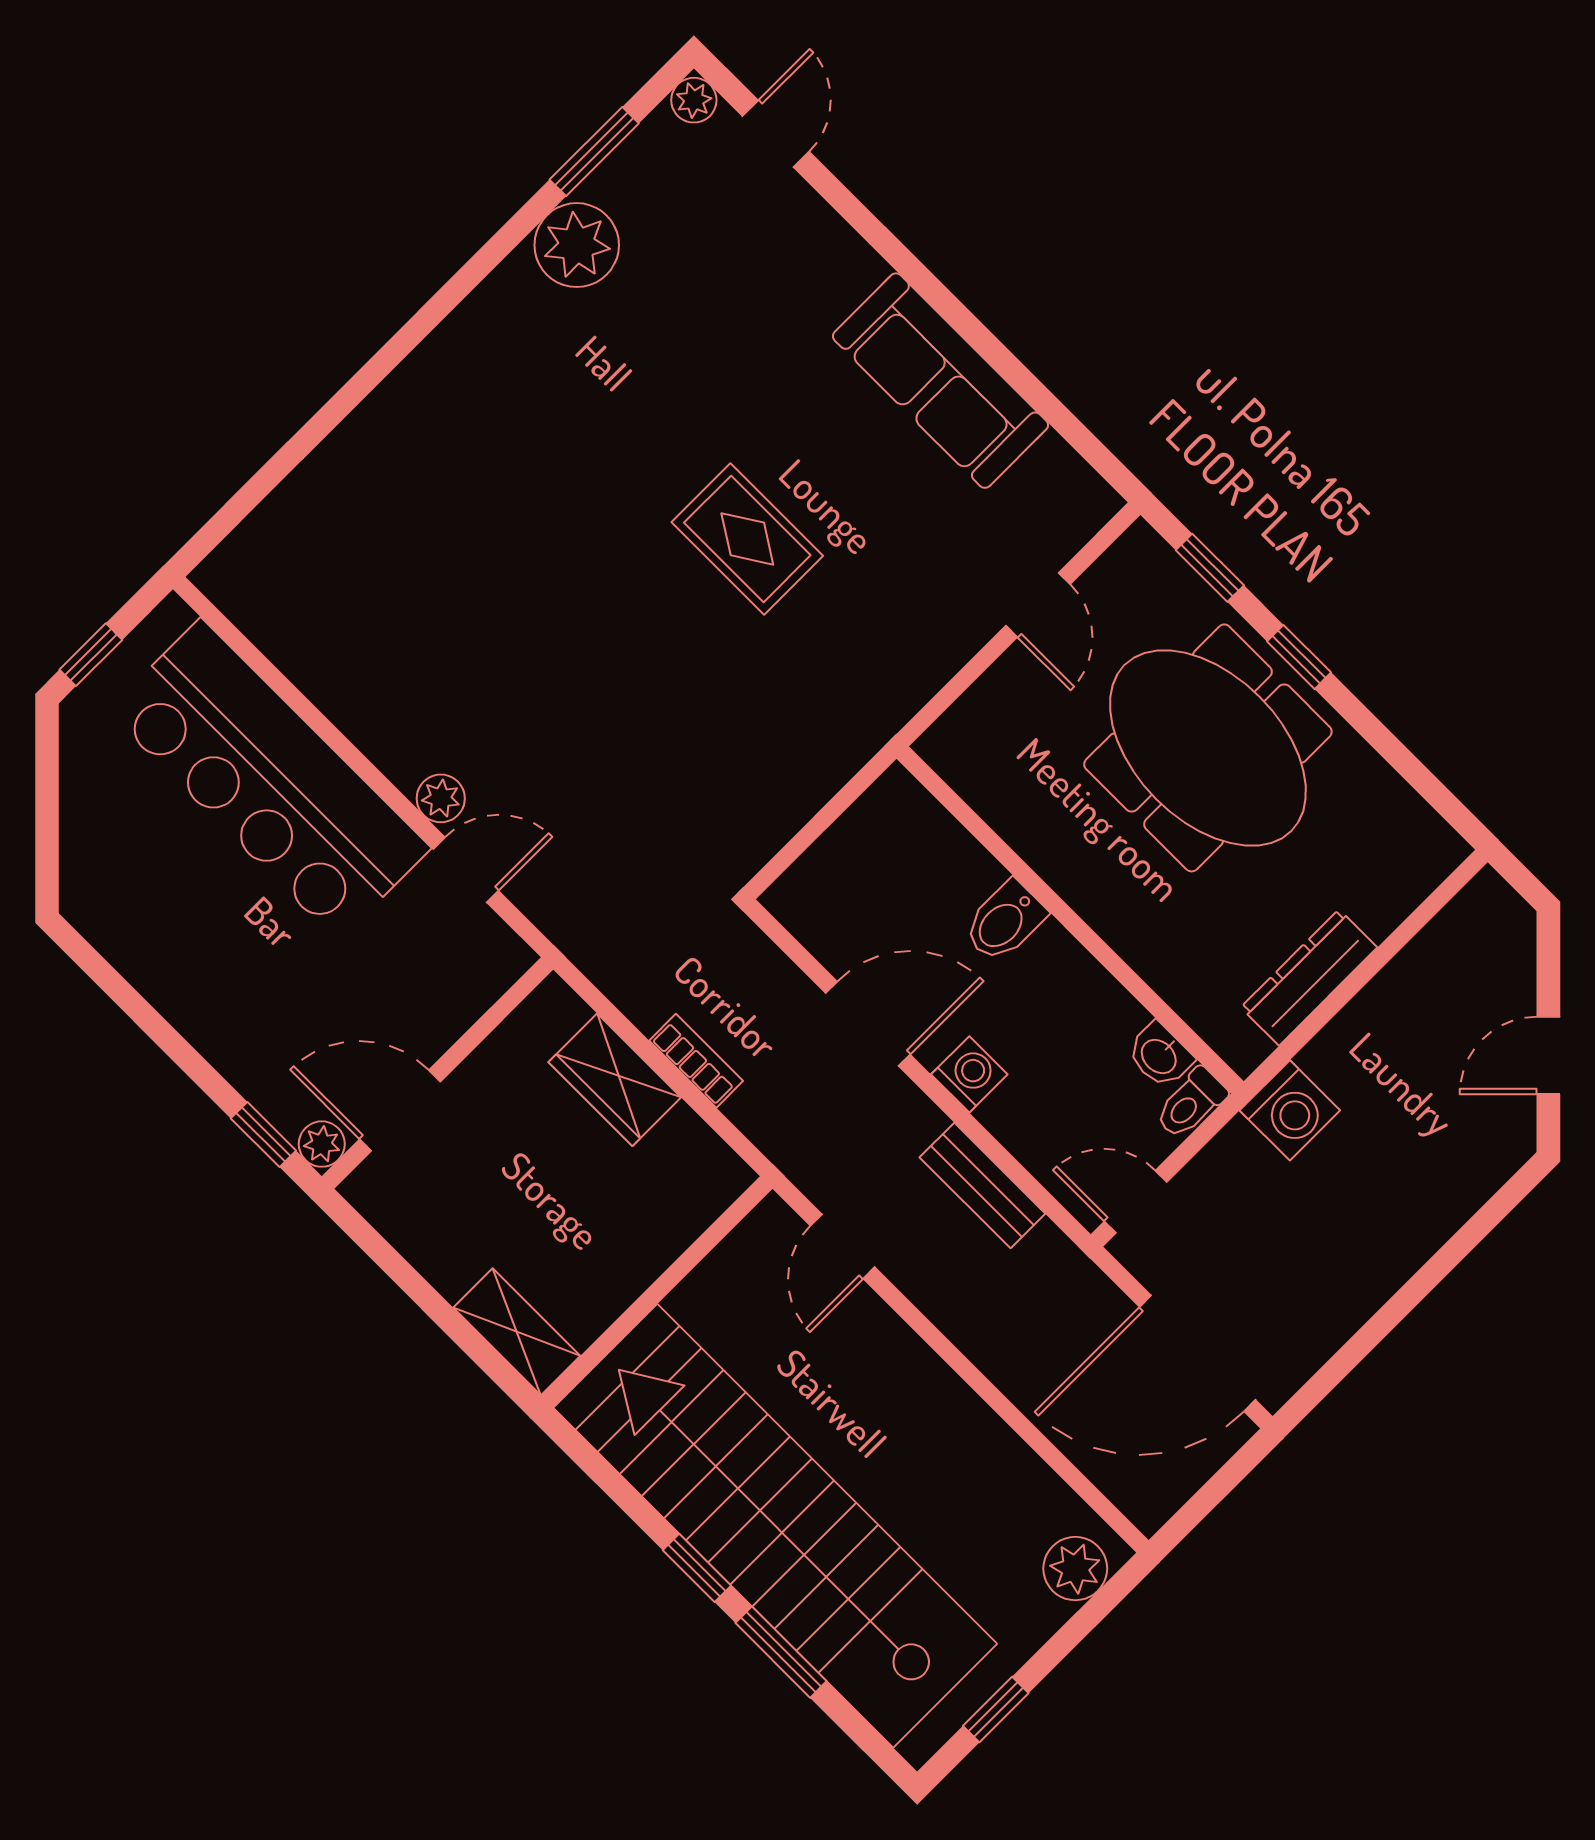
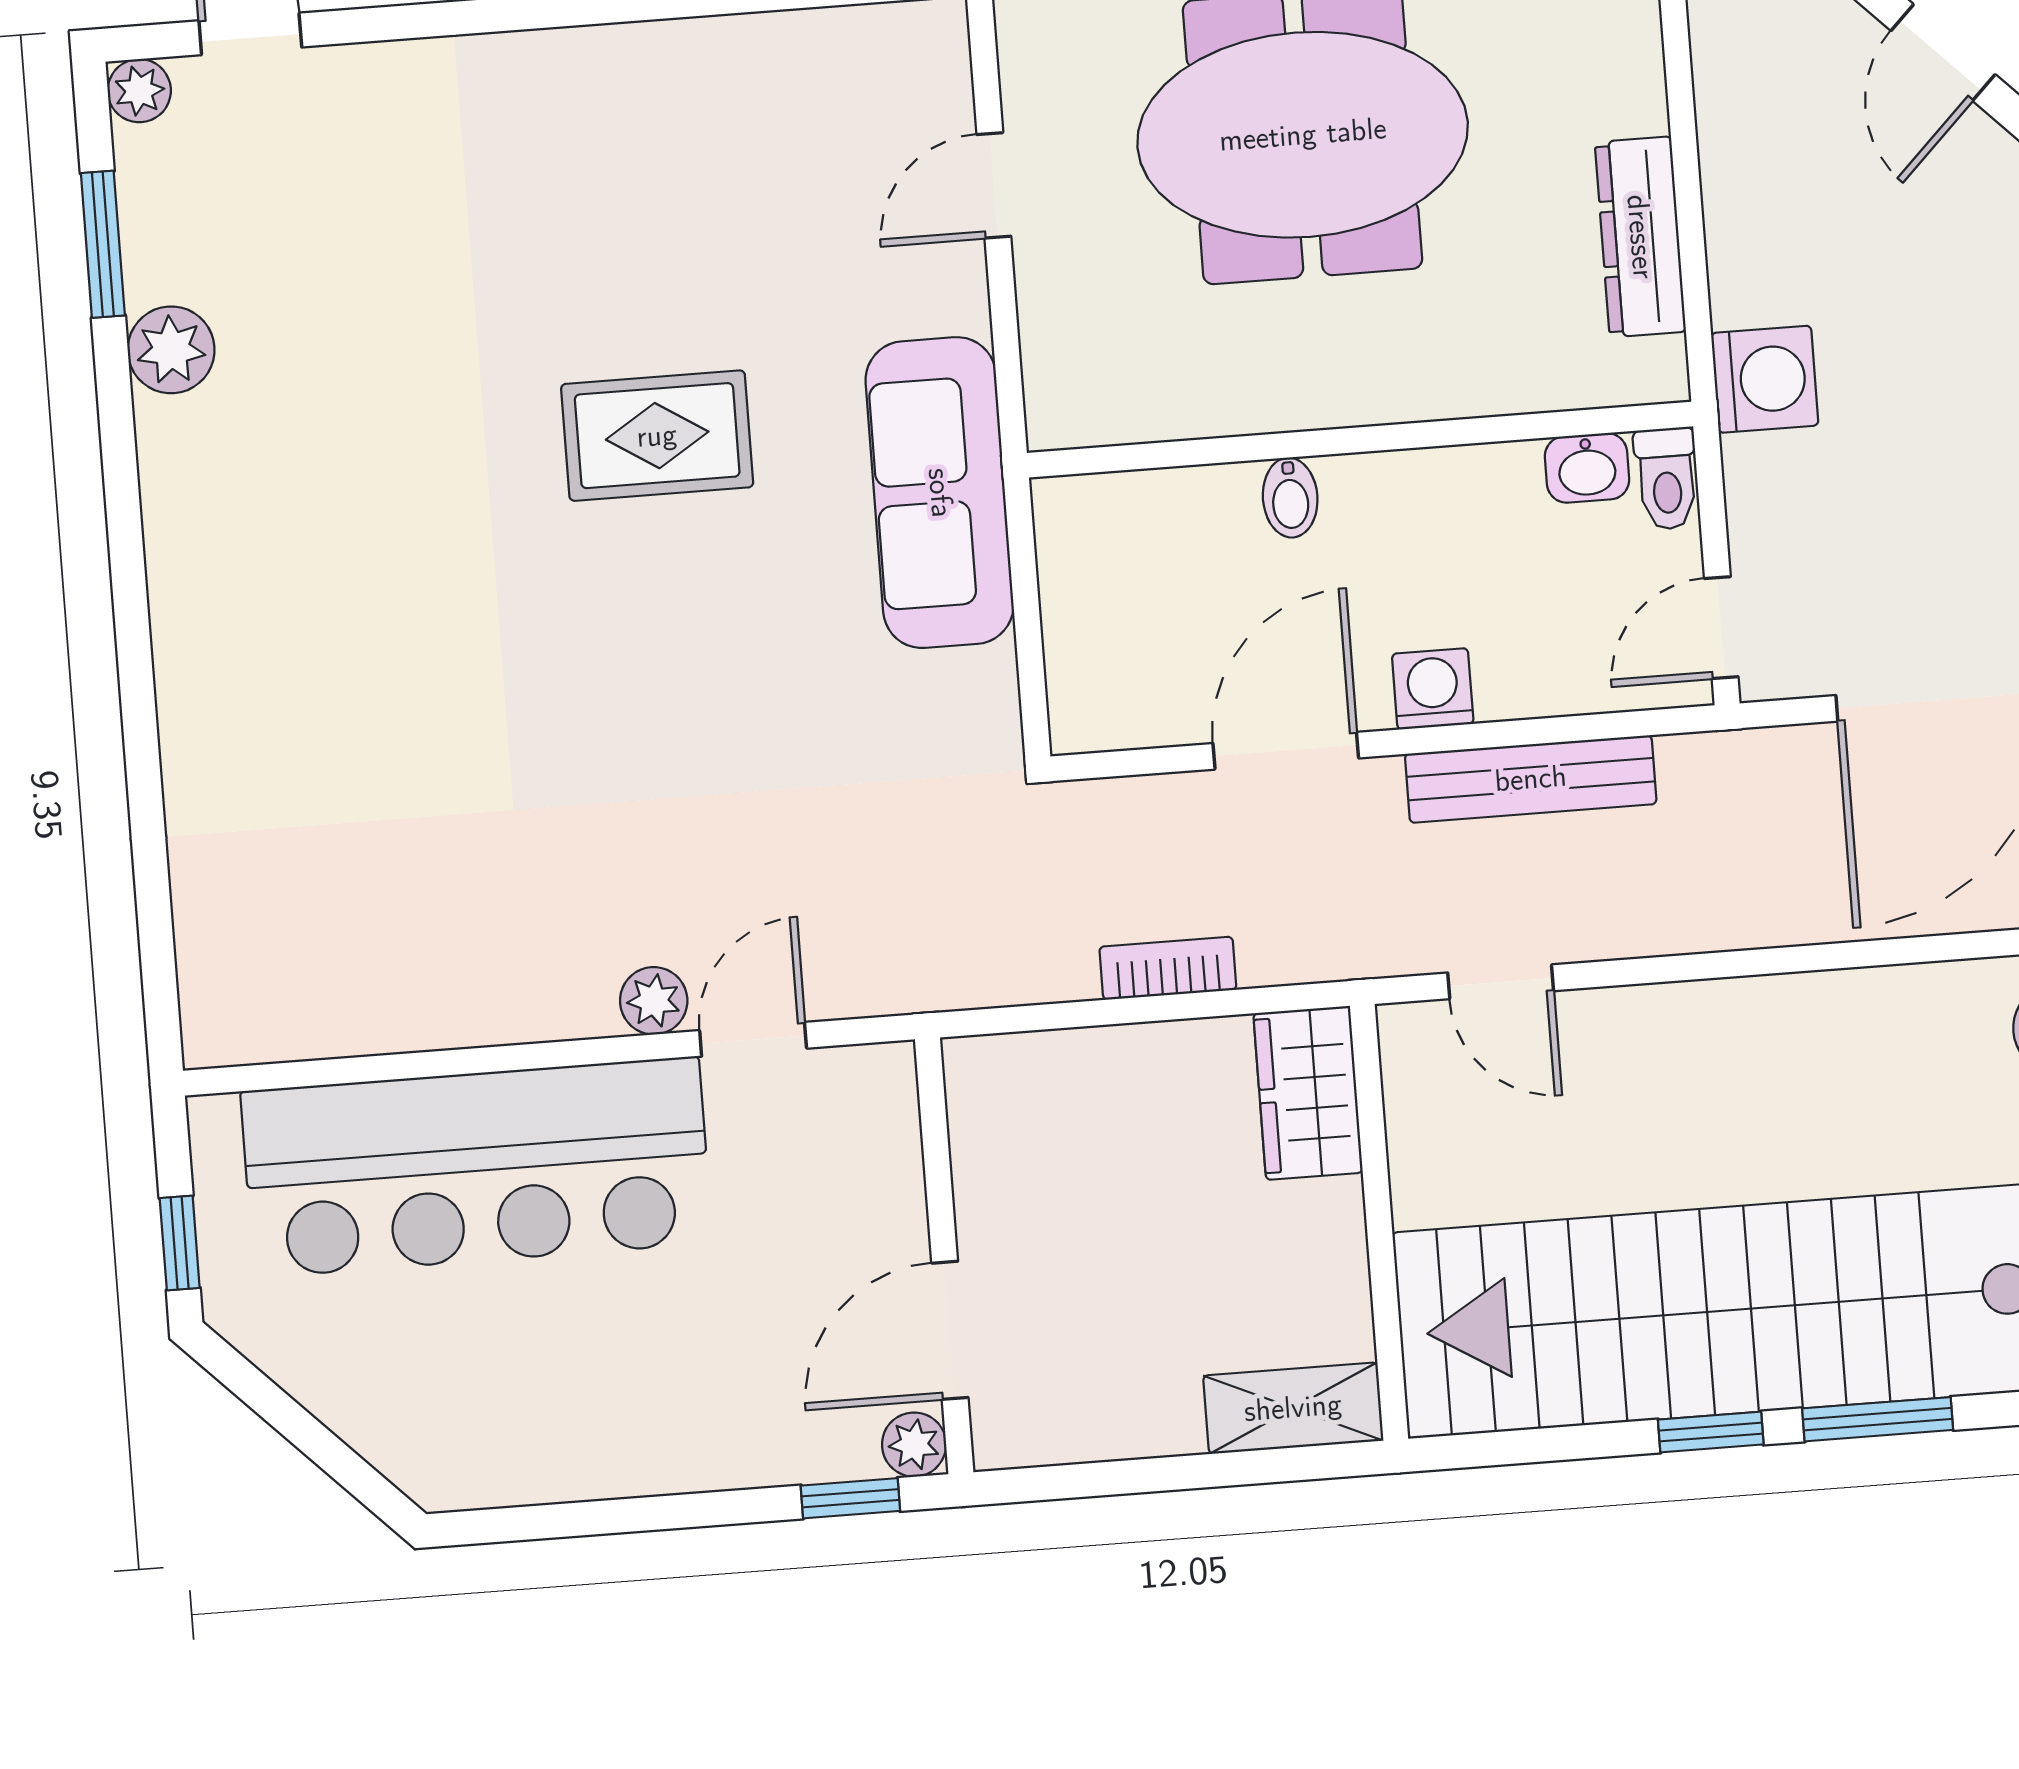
plant: (577, 245) -> (171, 350), width x0.73, depth x0.73
sofa: (940, 381) -> (940, 493), moved, turned 90
door: (1038, 605) -> (994, 185), swing flipped
bidet: (1004, 922) -> (1290, 498), width x0.72, depth x0.74
wardrobe: (615, 1080) -> (1308, 1093), moved, turned 90
bench: (982, 1186) -> (1531, 779), width x1.36

